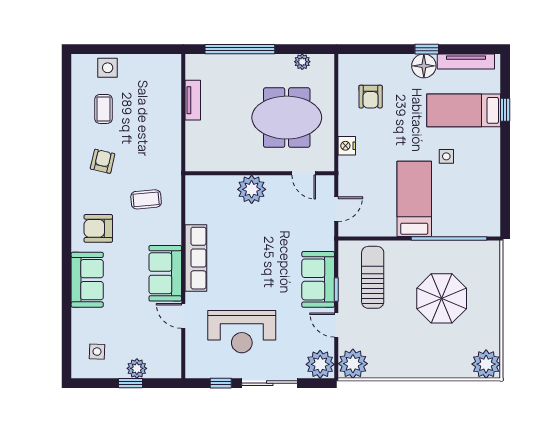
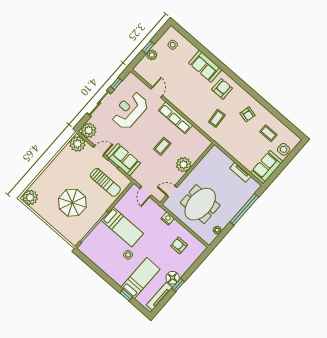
coffee table: (252, 242) -> (162, 146), added
sofa: (165, 273) -> (267, 167), moved, turned -90
door: (183, 316) -> (157, 92), hinge flipped

